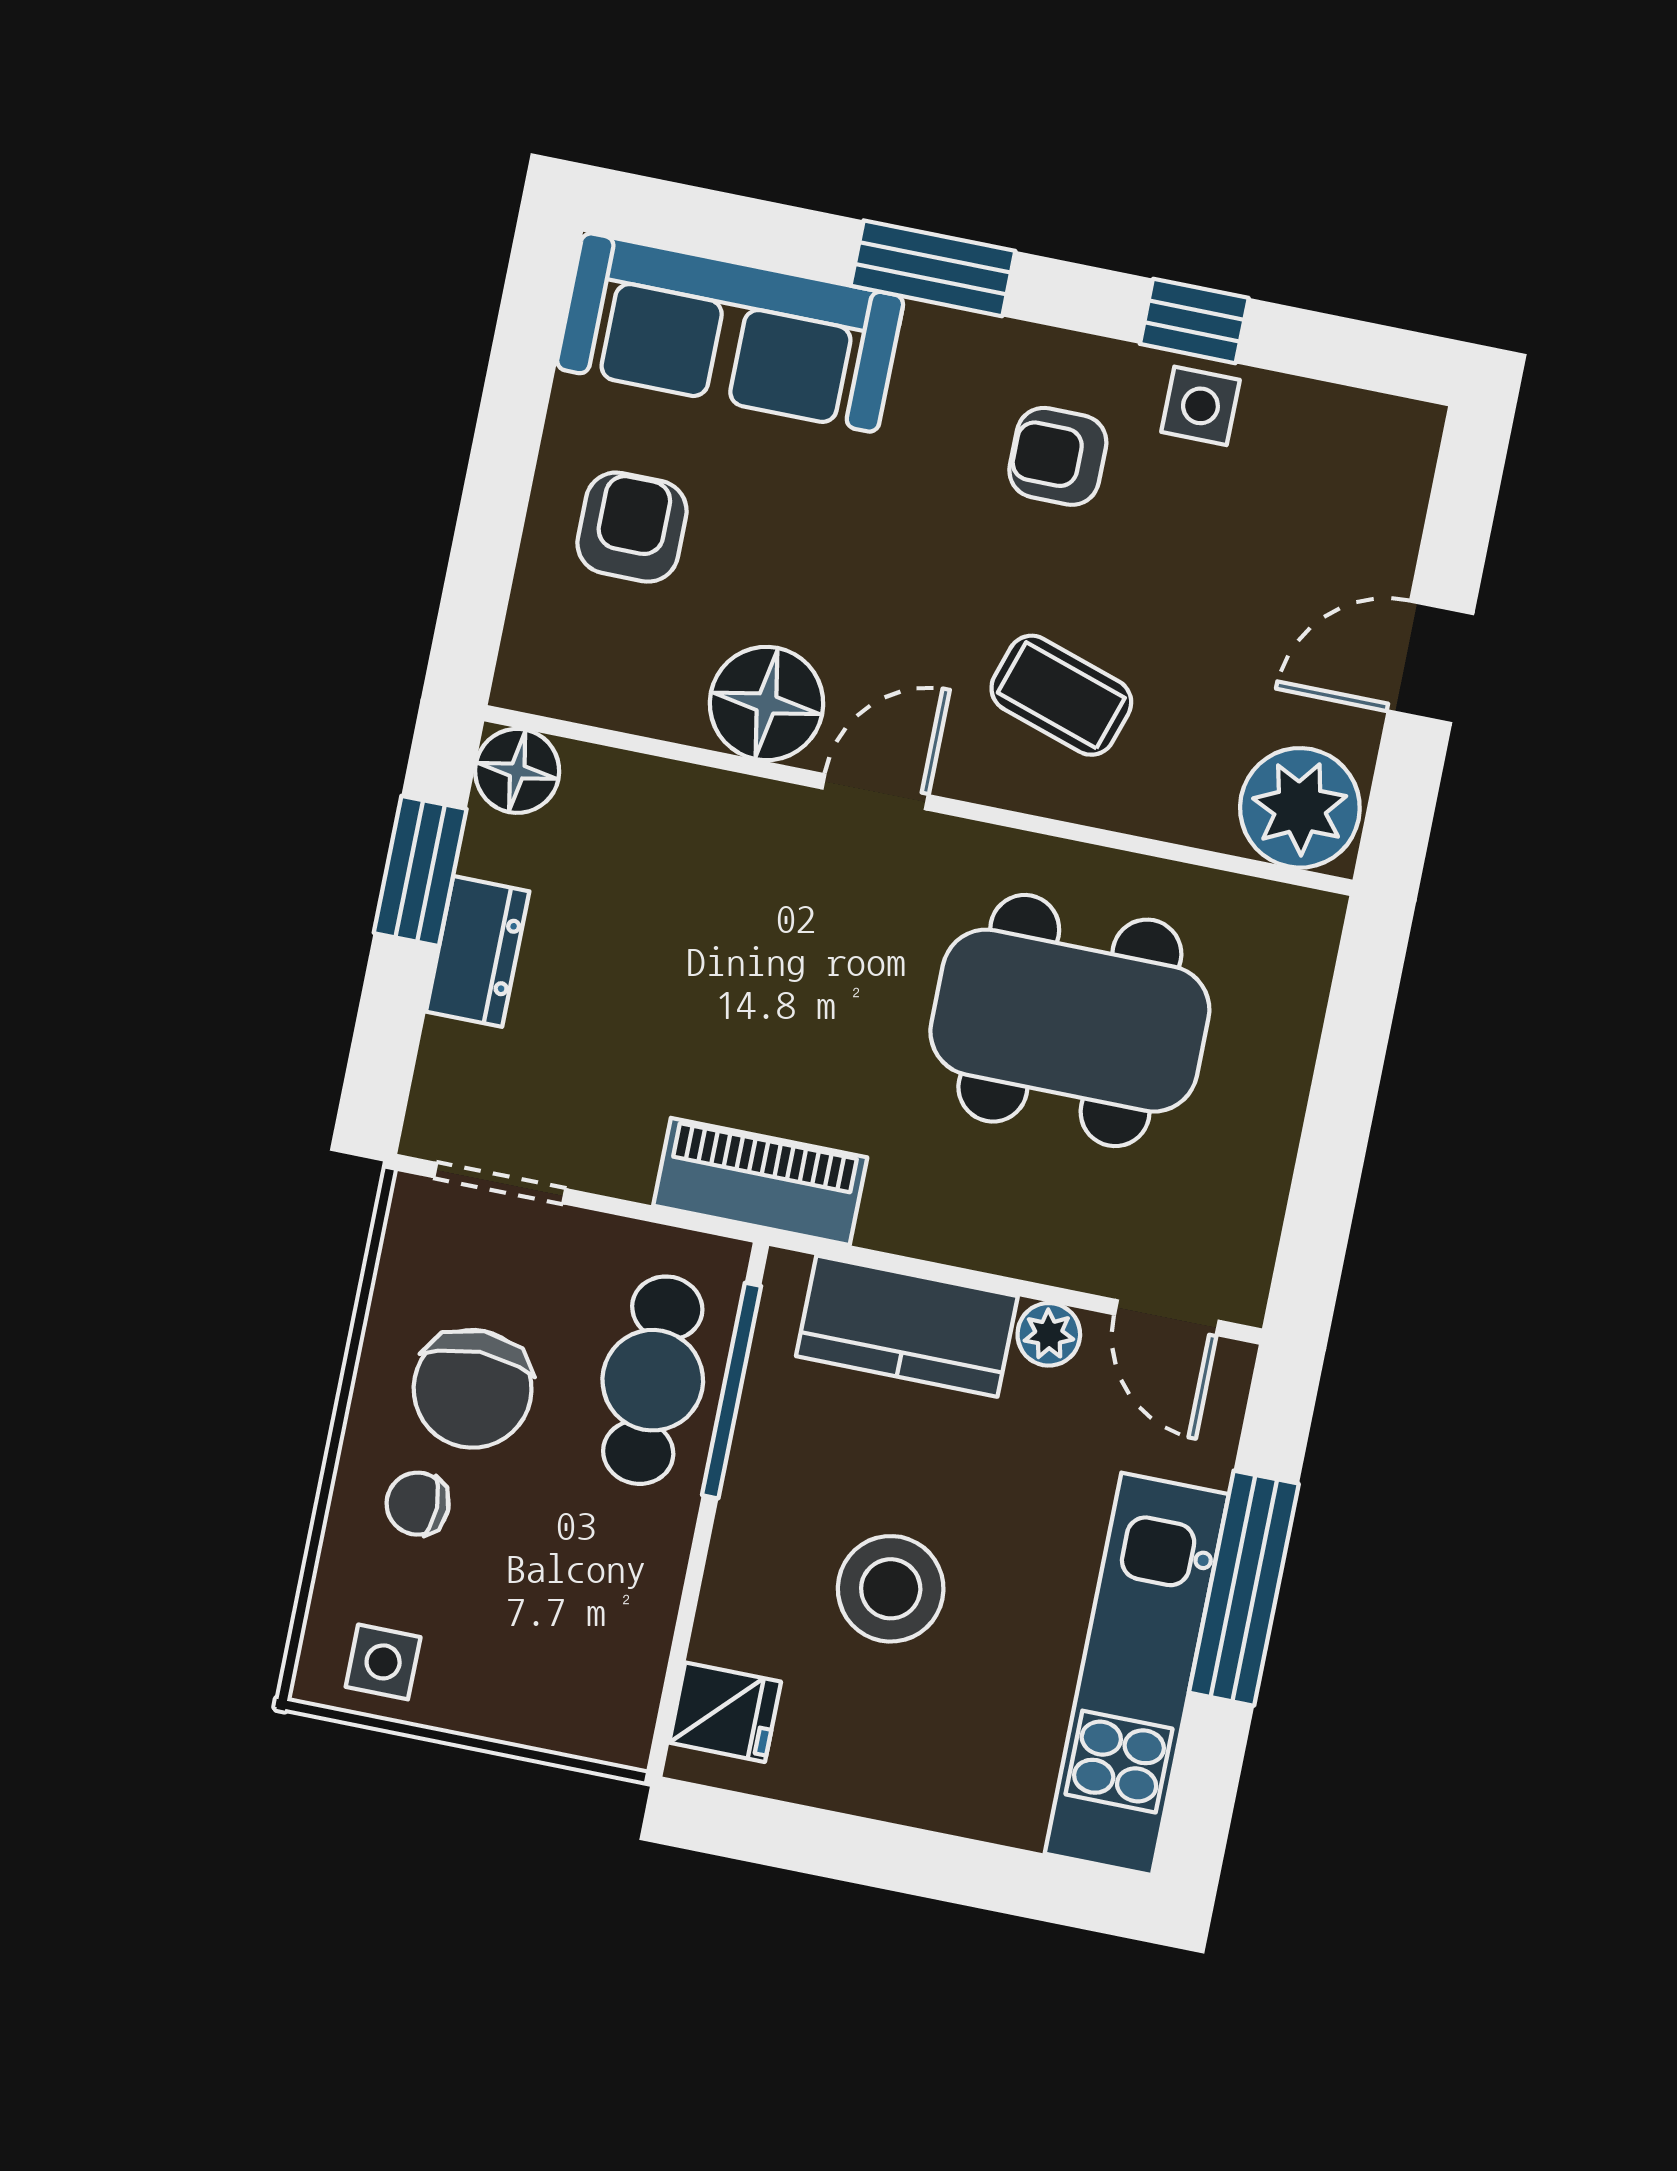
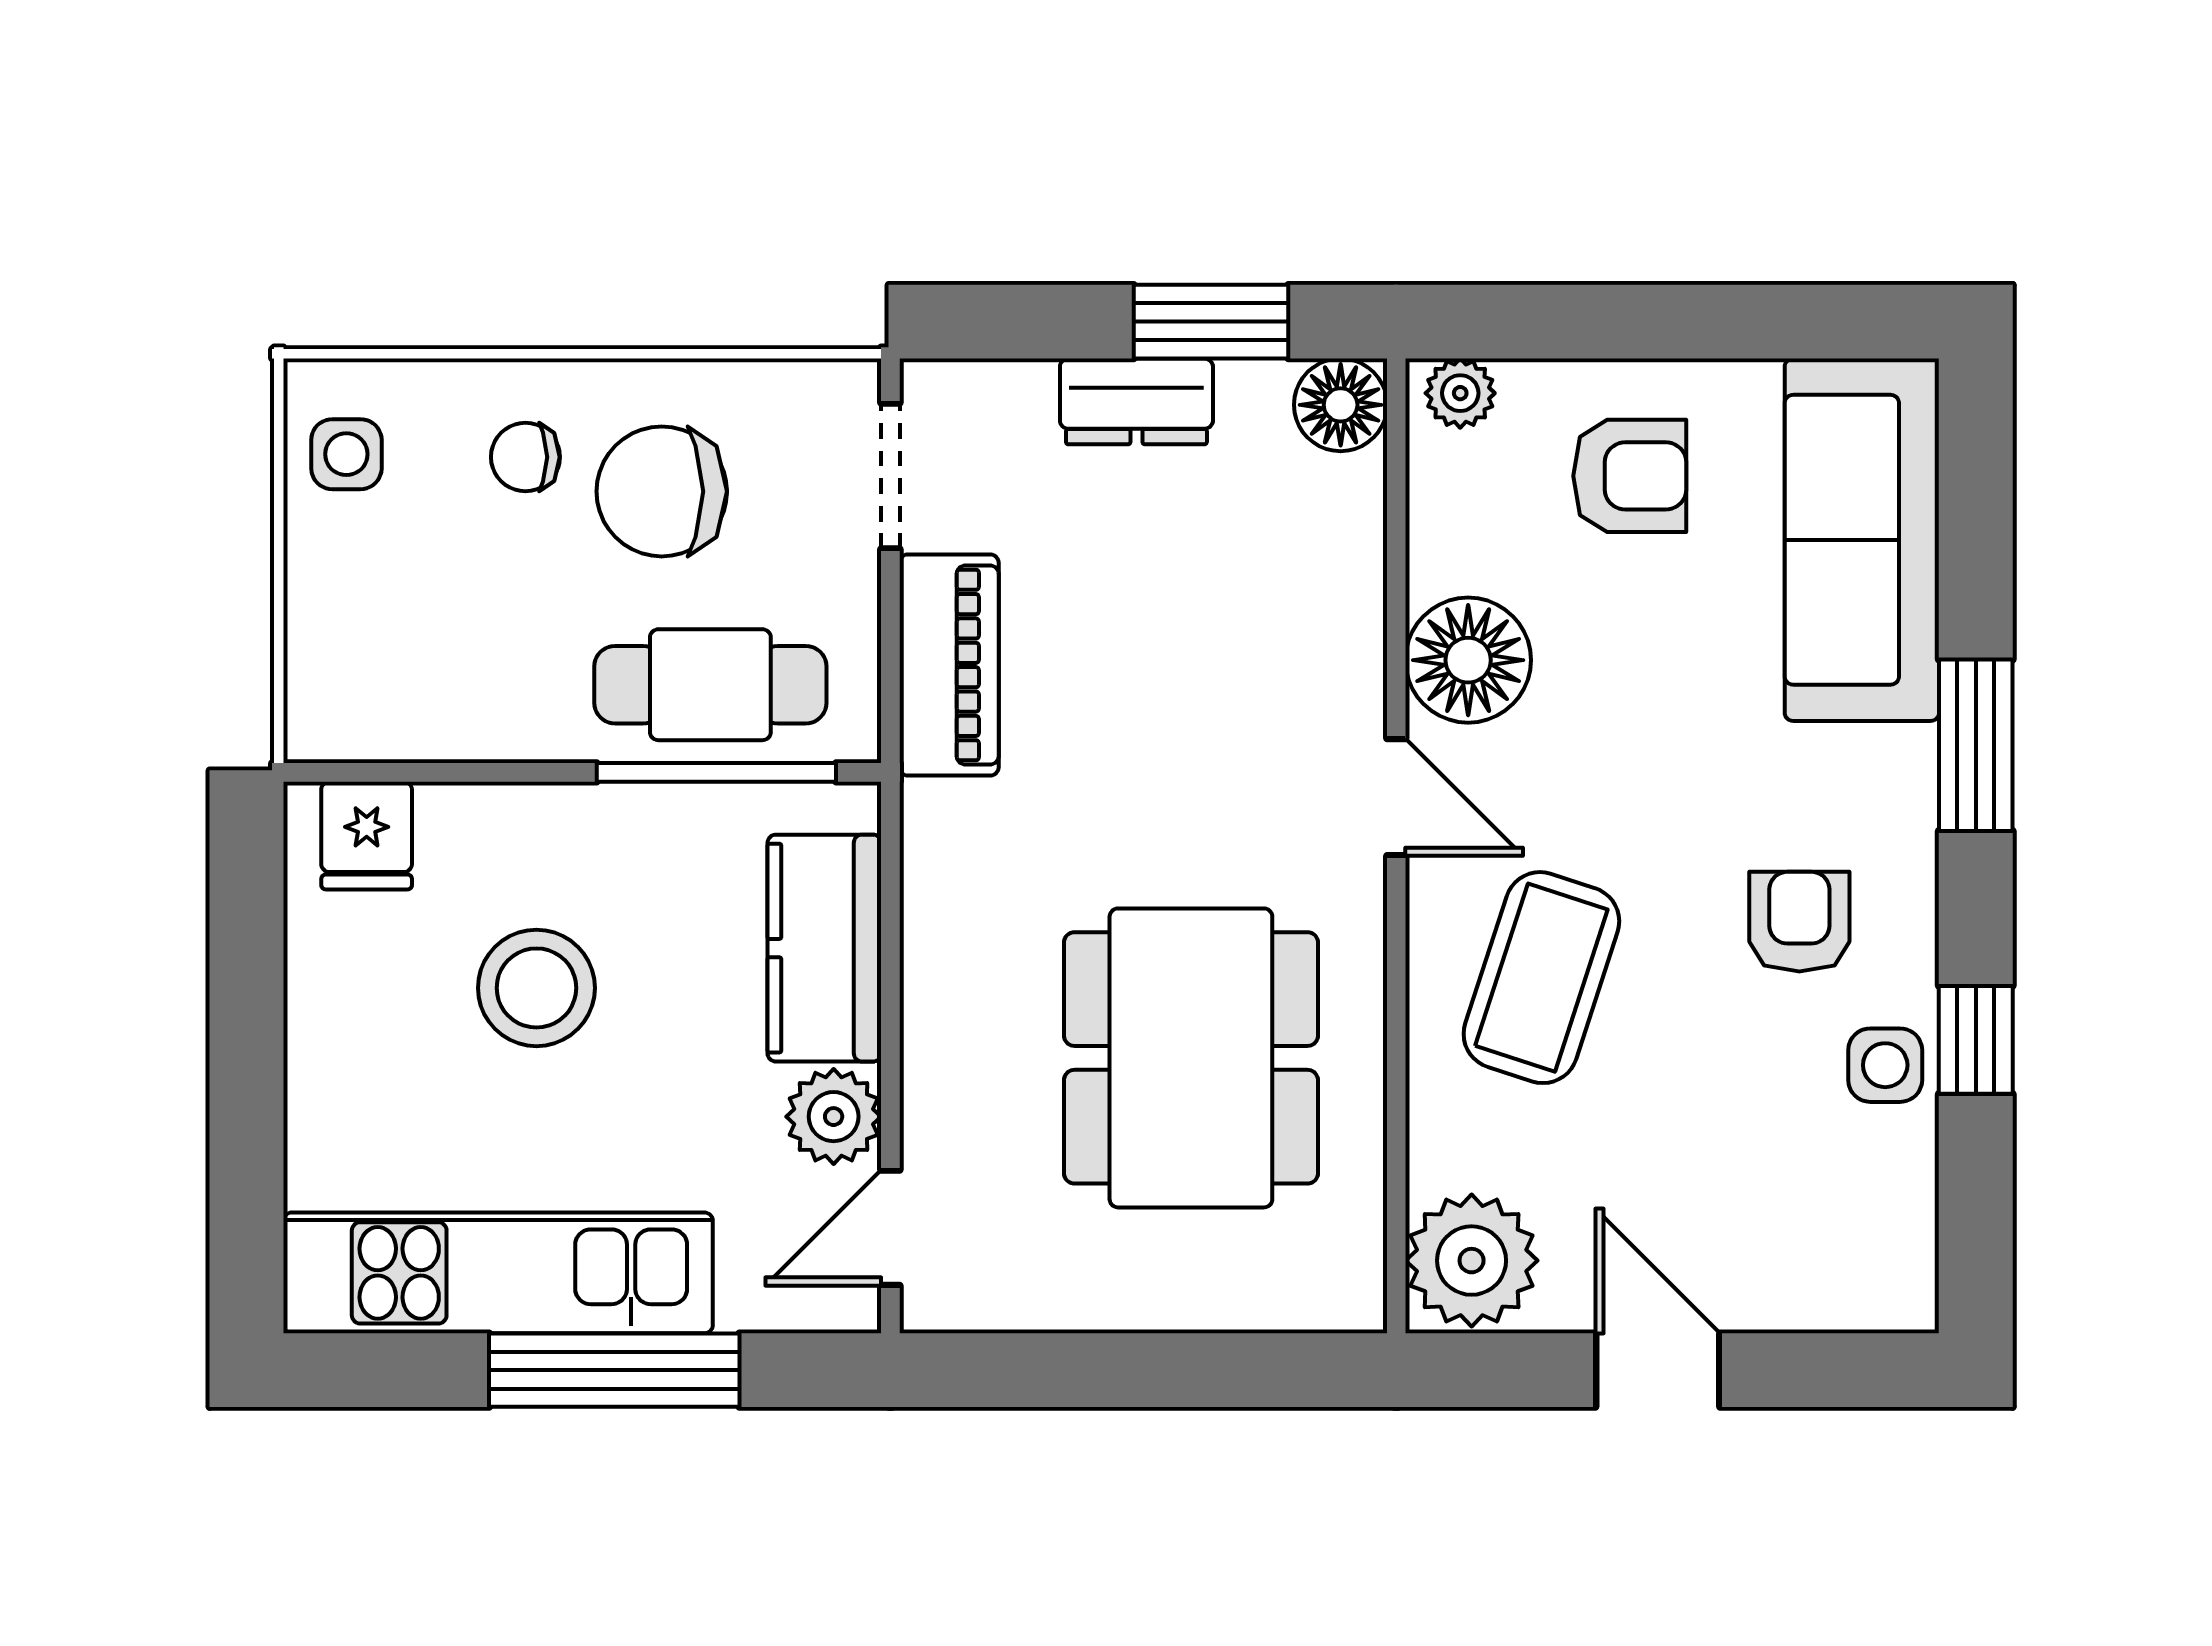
plant: (528, 663) -> (1460, 393), added
coffee table: (1061, 695) -> (1541, 978), width x1.36, depth x1.30
piano: (760, 1181) -> (949, 665), moved
plant: (1049, 1334) -> (834, 1117), width x1.38, depth x1.38
chair: (418, 1504) -> (525, 457), turned -90

